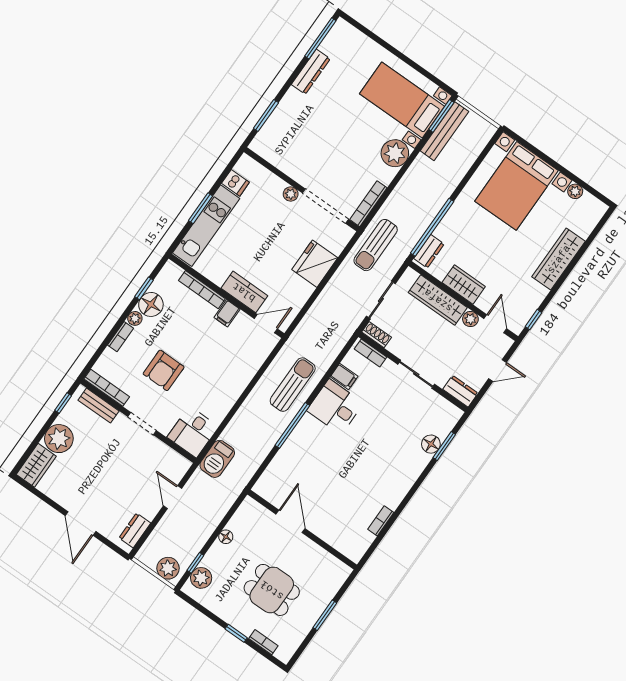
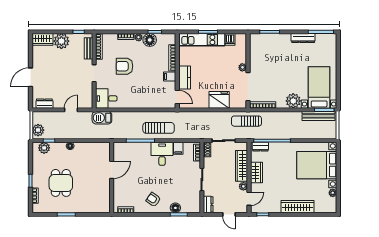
armchair: (395, 469) -> (153, 200), added
door: (291, 521) -> (112, 170), moved
wall: (302, 530) -> (112, 178), moved

